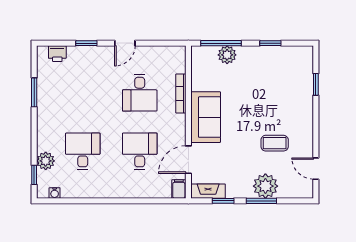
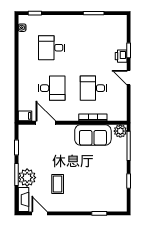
printer: (57, 54) -> (121, 56), moved
plant: (227, 55) -> (120, 131), moved
sofa: (206, 117) -> (93, 135), moved
desk: (83, 151) -> (52, 48), turned 180
plant: (46, 161) -> (45, 21), removed
door: (316, 169) -> (40, 213), hinge flipped
fireplace: (208, 191) -> (23, 199), moved

